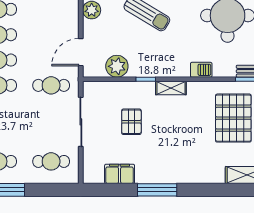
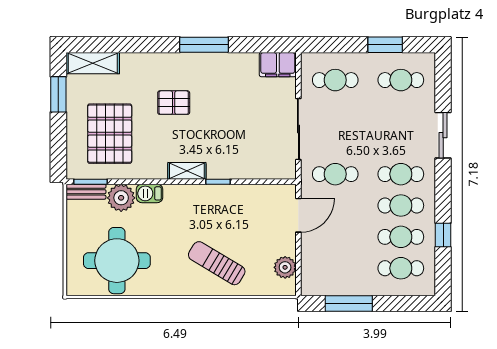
plant: (117, 66) -> (121, 198), moved
pallet: (131, 122) -> (174, 103), moved, turned 90
filing cabinet: (120, 174) -> (278, 65), moved

